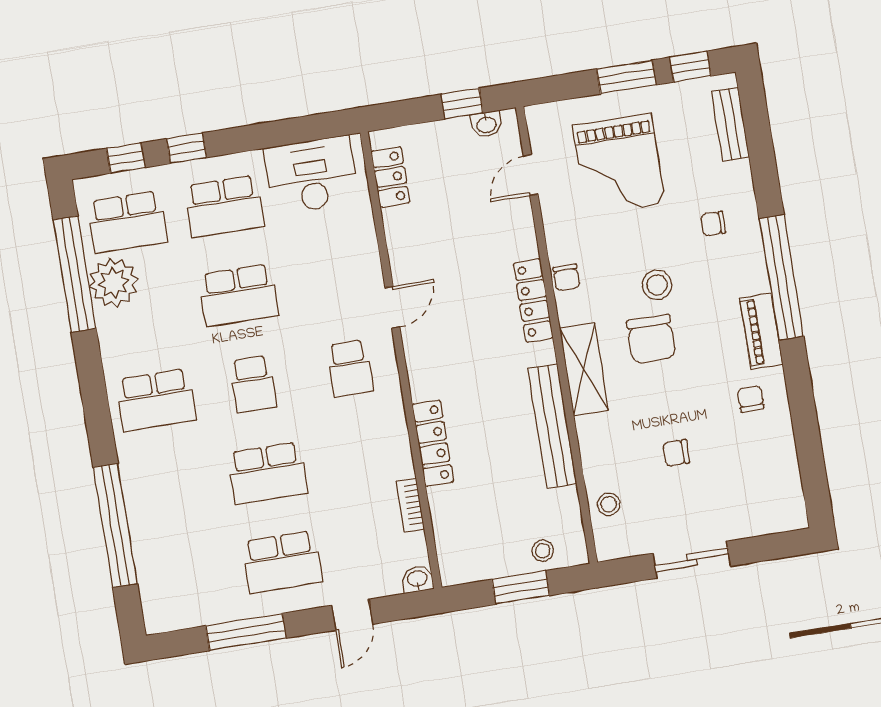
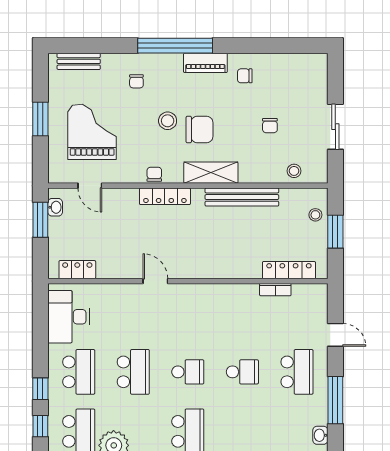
window: (690, 67) -> (40, 80), removed
window: (462, 104) -> (40, 220), width x1.50
grand piano: (619, 165) -> (92, 132), turned -90
chair: (566, 277) -> (154, 174), turned -90
school desk: (350, 368) -> (188, 312), removed
locker: (433, 443) -> (289, 270), moved
school desk: (267, 473) -> (242, 372), width x0.54
washbasin: (417, 579) -> (320, 435), moved

